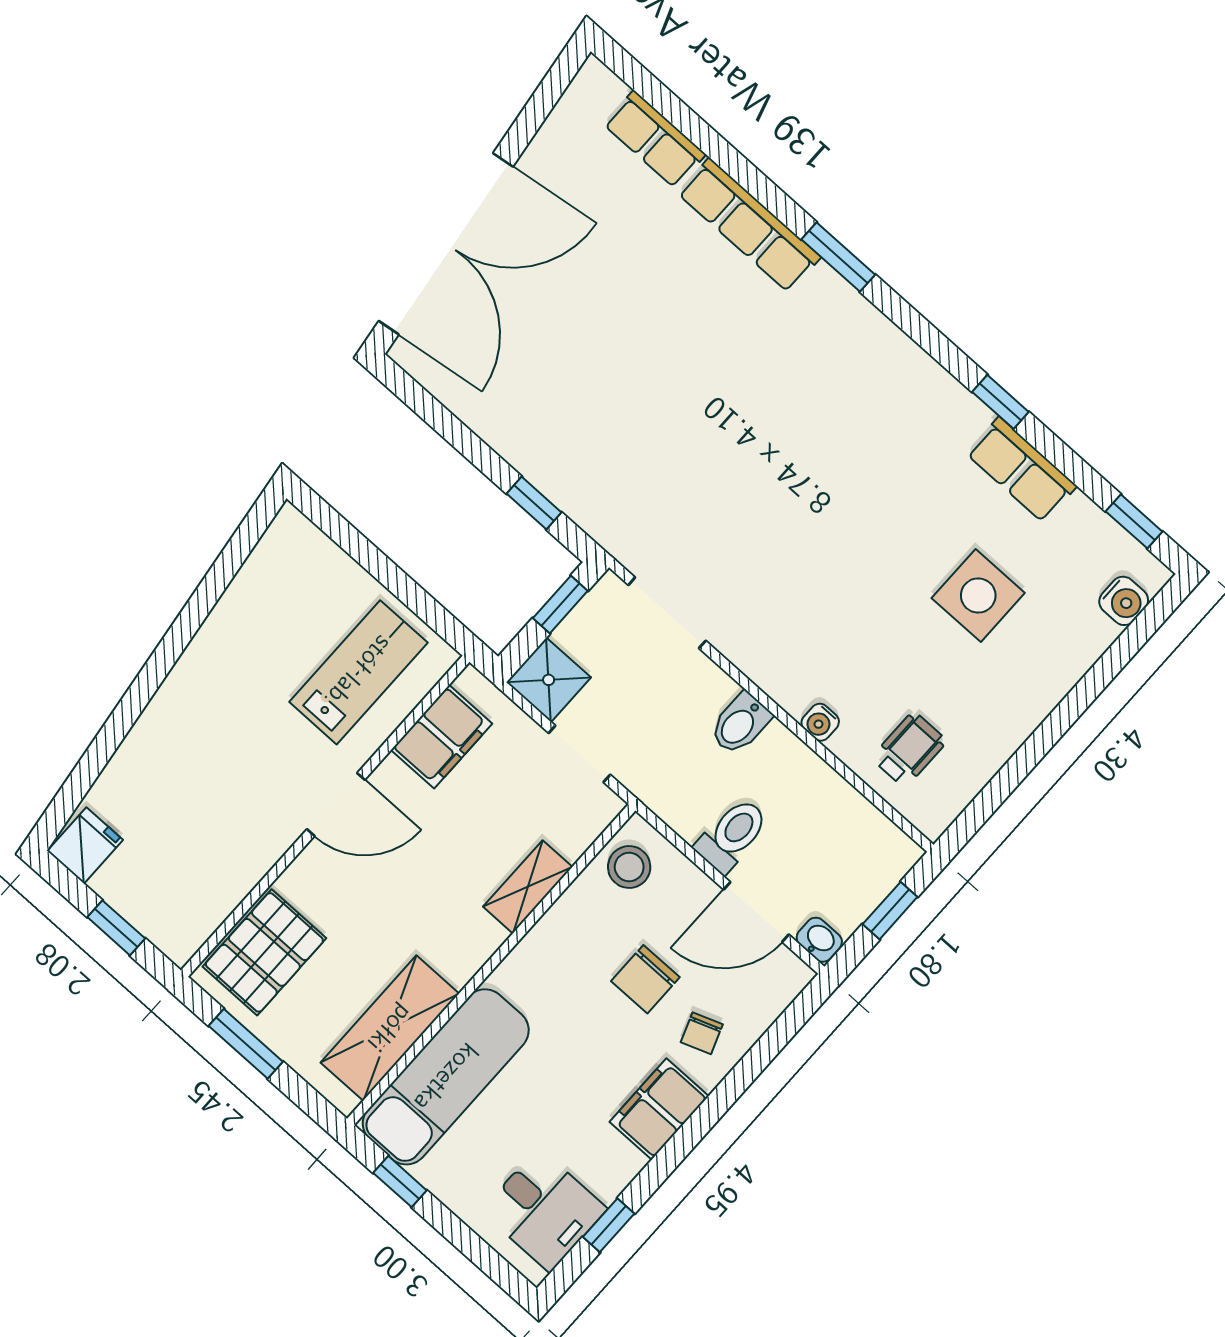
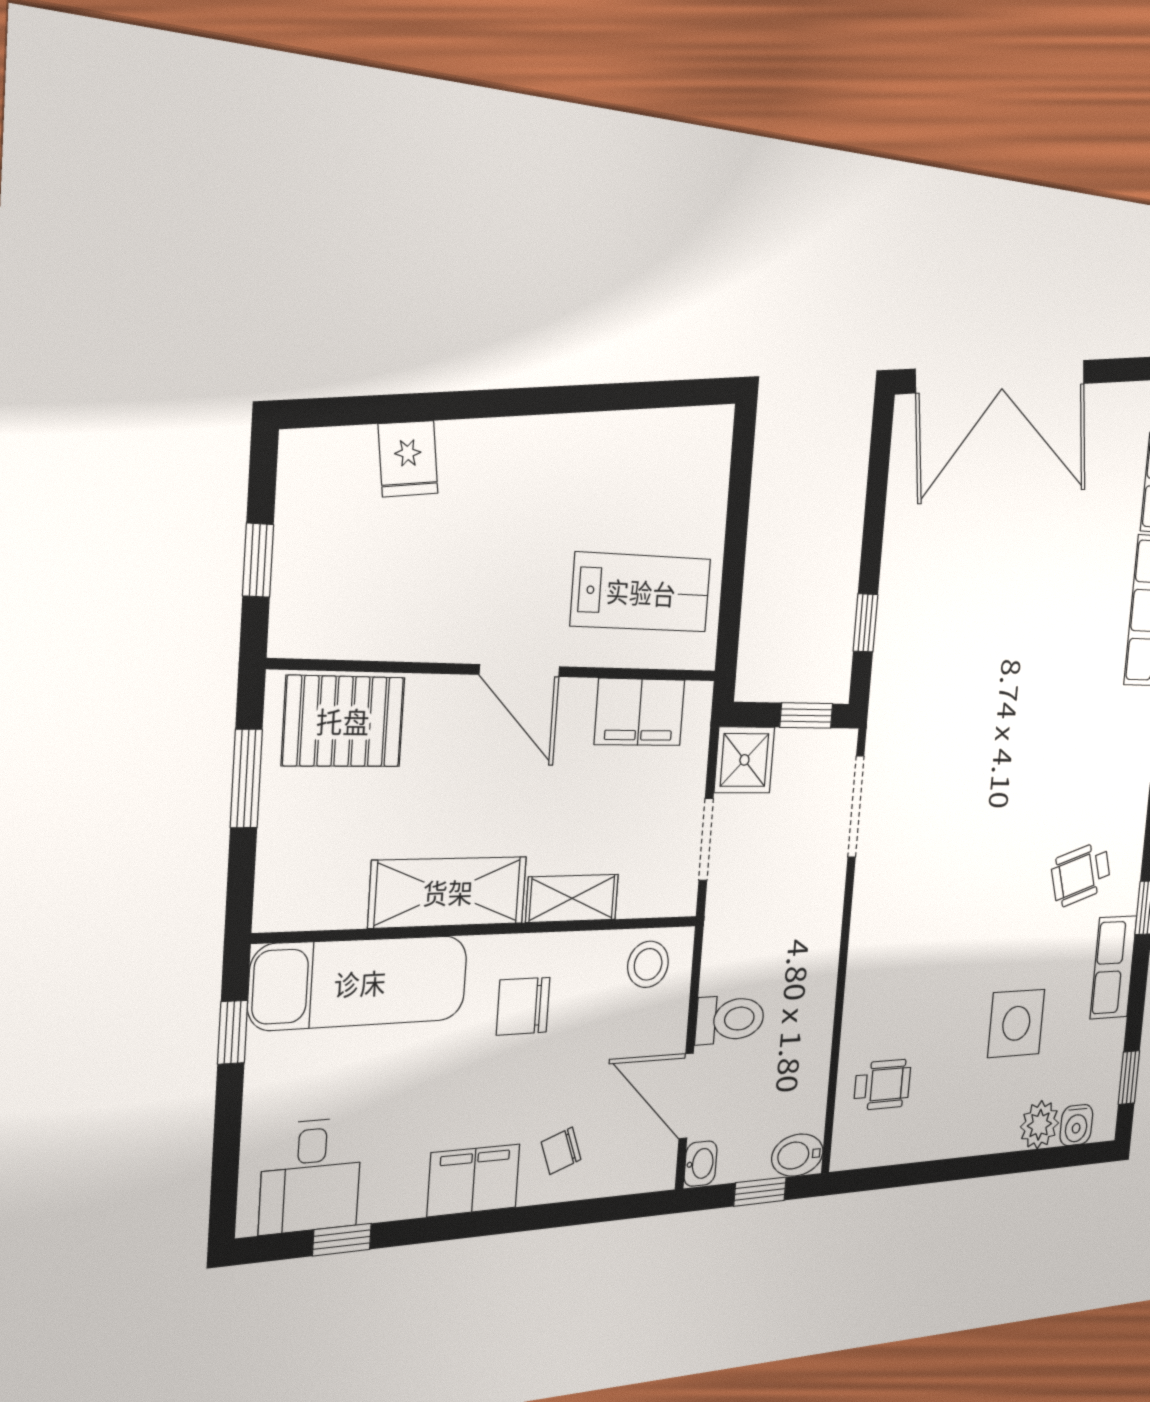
wheelchair: (911, 446) -> (1081, 874), added
plant: (1087, 635) -> (1040, 1125), added
water cooler: (820, 722) -> (857, 1001), removed
bidet: (740, 724) -> (797, 1155), moved
fridge: (85, 845) -> (408, 459), moved, turned 82
chair: (645, 979) -> (523, 1006), moved
shelving: (390, 1028) -> (448, 892), moved

